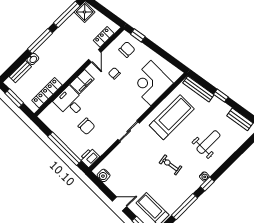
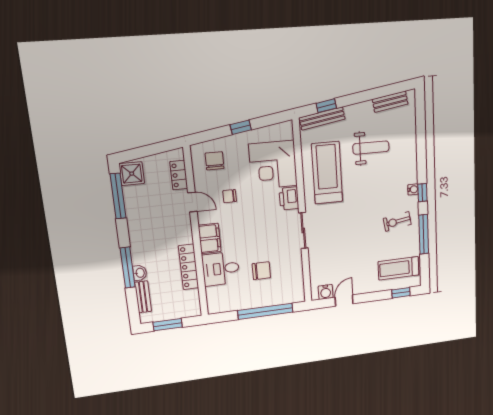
window: (138, 35) -> (241, 127), moved
window: (40, 41) -> (128, 268), moved
locker: (47, 93) -> (189, 267), moved
window: (221, 96) -> (326, 106), moved
weight bench: (208, 142) -> (371, 148), moved, turned 90
printer: (90, 158) -> (289, 198), moved
exercise bike: (170, 165) -> (397, 221), moved
door: (120, 204) -> (344, 301), moved

